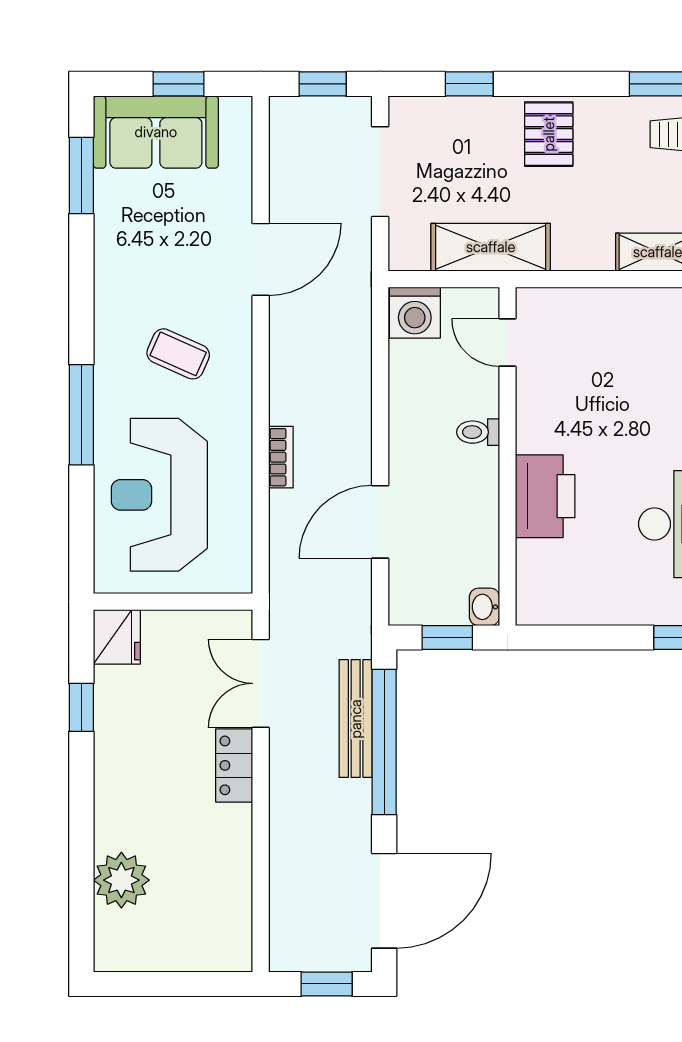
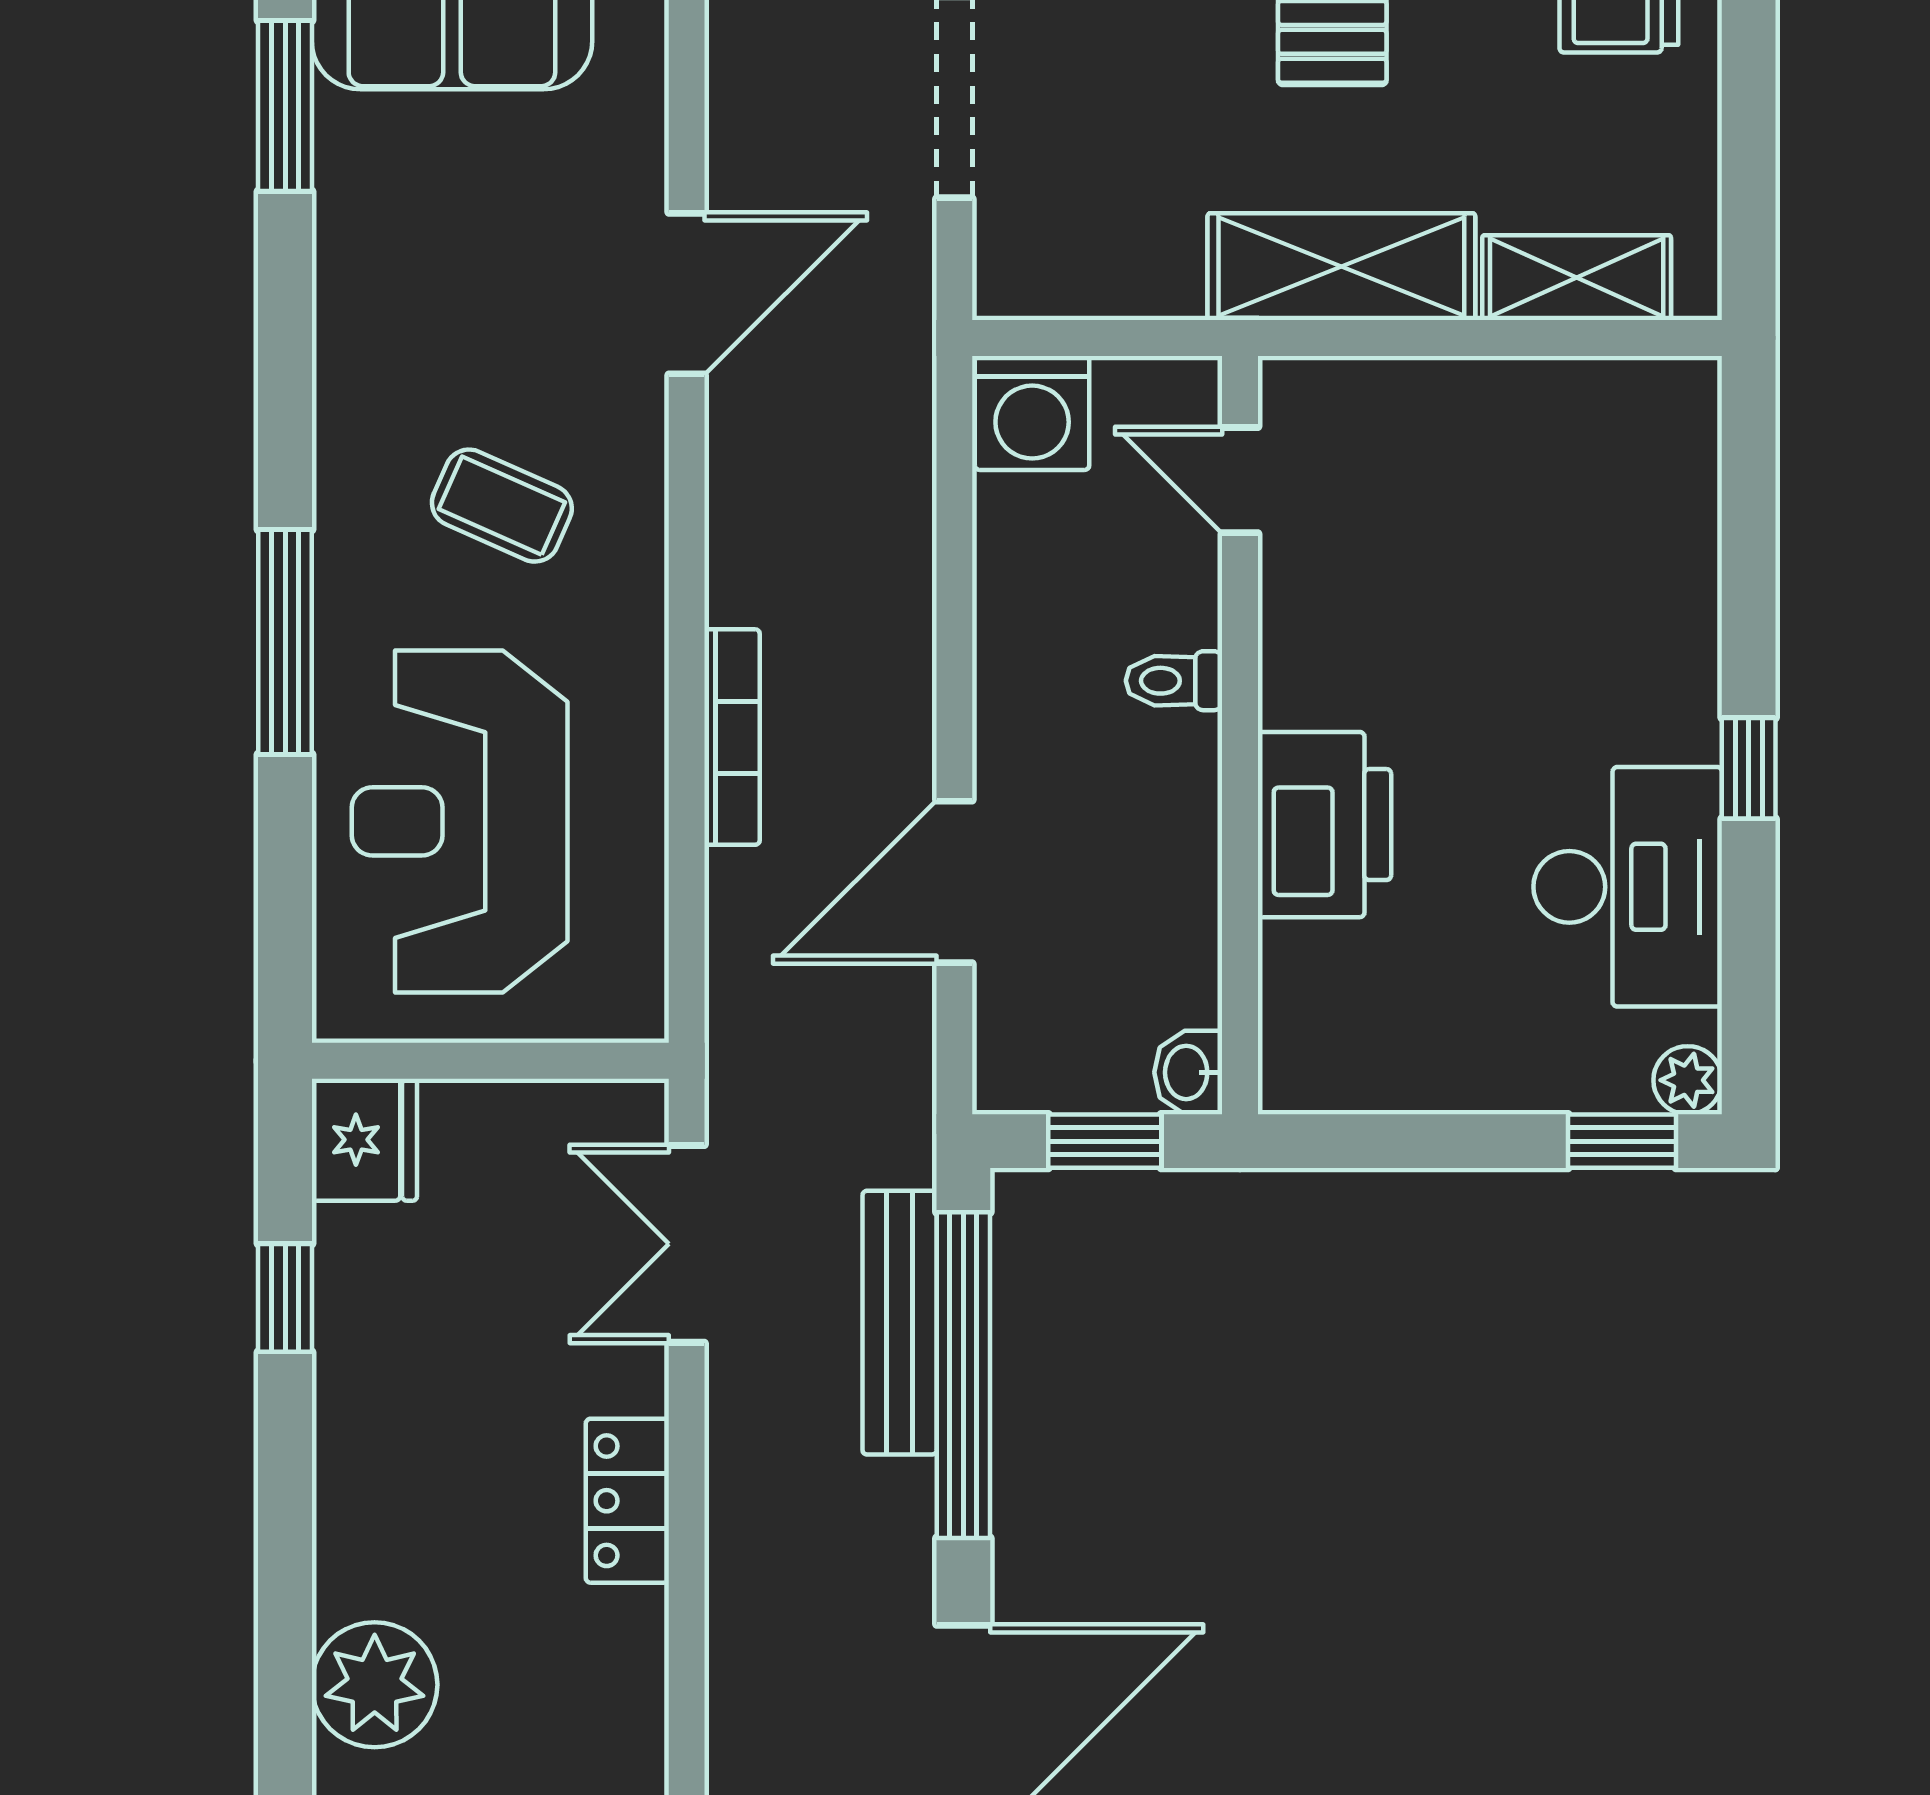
shelving: (491, 247) -> (1341, 267), moved
bookcase: (281, 457) -> (732, 737), width x1.56
locker: (234, 765) -> (627, 1501), moved

